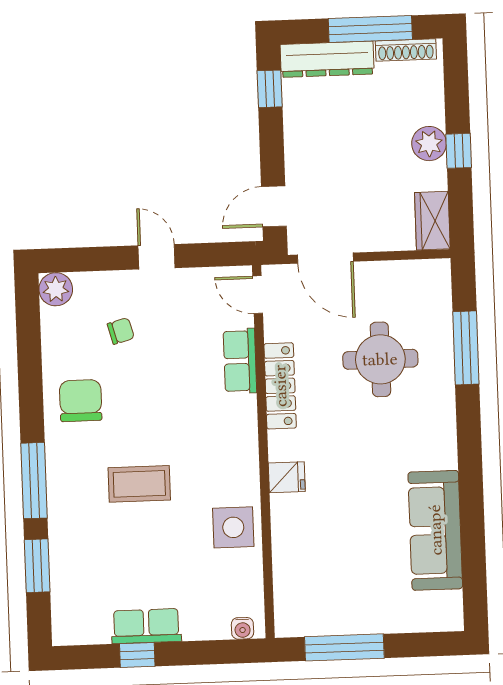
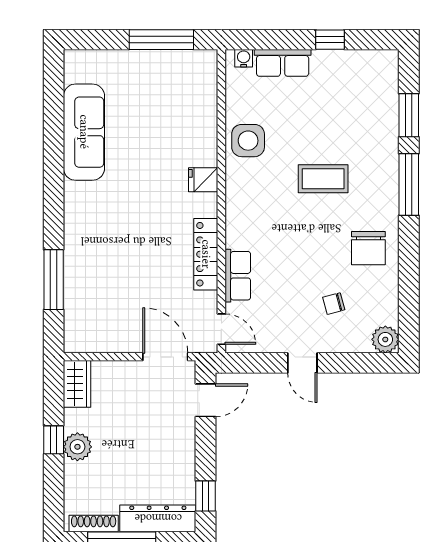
round table: (380, 359) -> (123, 273), removed
row of seats: (146, 626) -> (283, 63), moved

